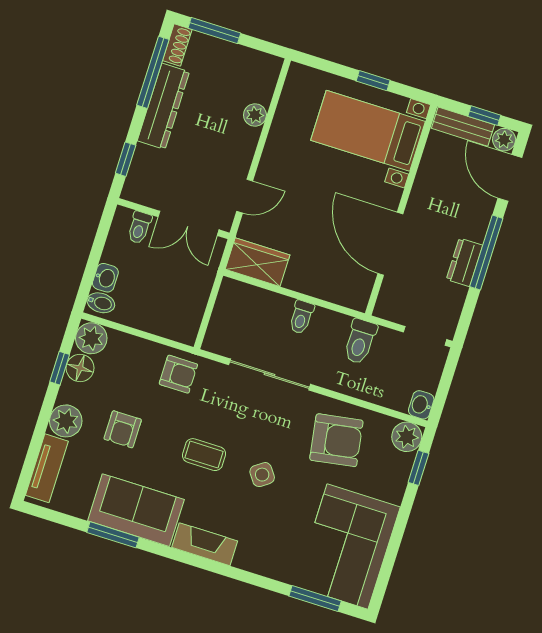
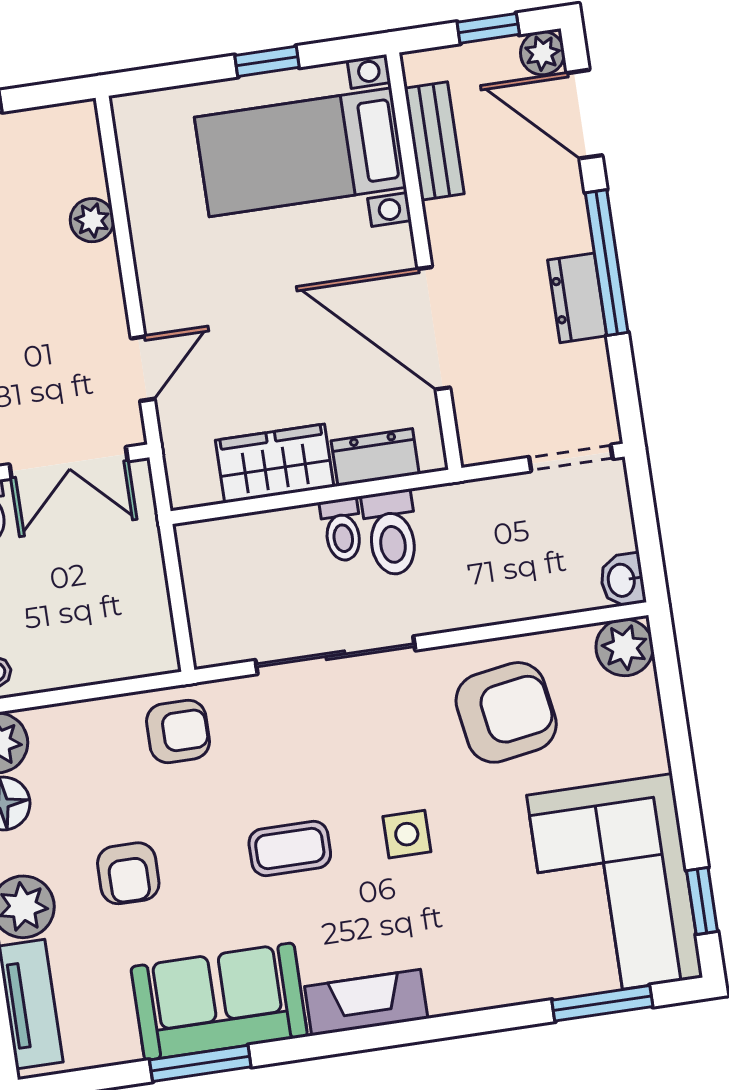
bench: (463, 127) -> (434, 141), moved, turned 90
wardrobe: (258, 262) -> (275, 463), moved
dresser: (333, 291) -> (375, 457), added
toilet: (360, 341) -> (391, 533), moved
window: (418, 468) -> (702, 901), moved
side table: (262, 475) -> (407, 834), turned 36

